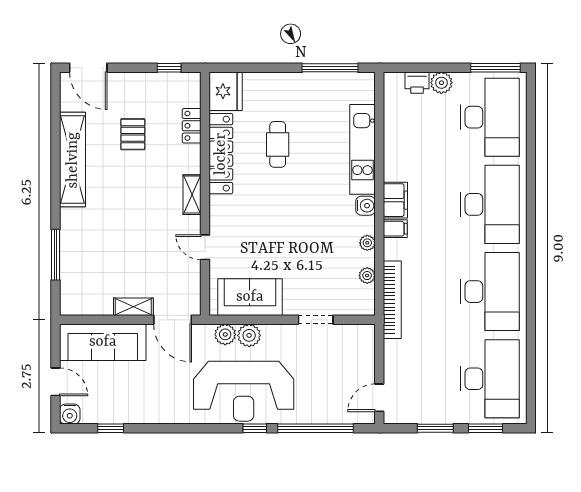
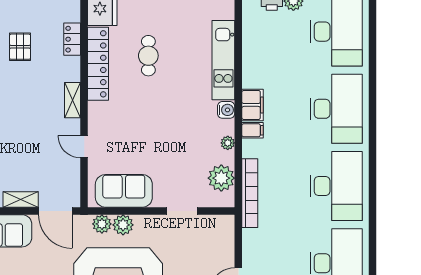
plant: (367, 276) -> (221, 178), width x1.87, depth x1.87

